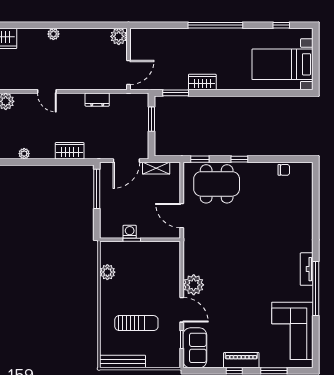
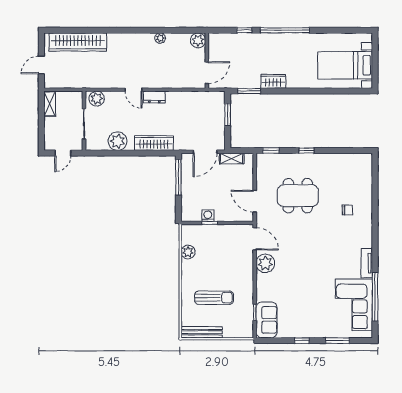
window: (281, 25) -> (244, 30), moved
plant: (53, 34) -> (160, 38), moved
dresser: (97, 100) -> (154, 97), moved
wardrobe: (70, 151) -> (154, 143), width x1.50
plant: (24, 154) -> (118, 141), width x1.88, depth x1.88
chair: (284, 170) -> (347, 210), moved
dining table: (217, 184) -> (298, 196), moved
tv unit: (307, 269) -> (367, 263), moved
window: (316, 288) -> (375, 297), moved
door: (182, 310) -> (255, 239), moved
piano: (241, 360) -> (308, 331), removed

